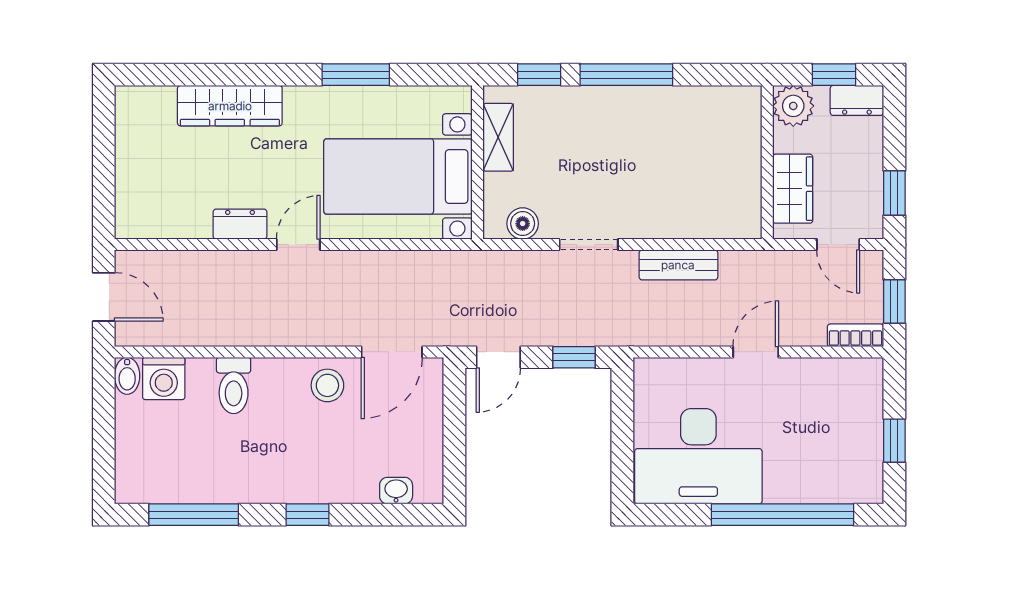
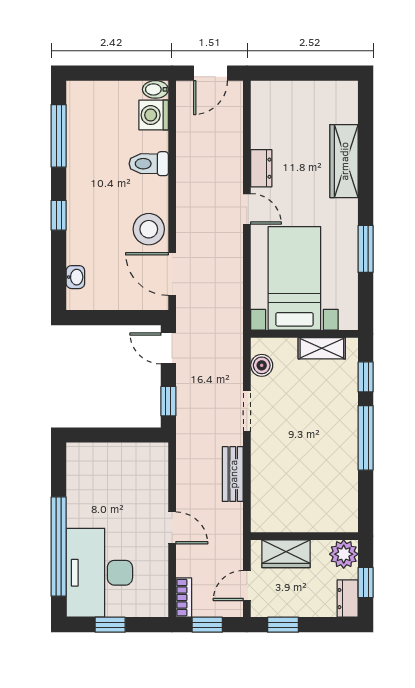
stool: (327, 385) -> (149, 229), width x1.38, depth x1.38
desk: (698, 456) -> (99, 573), moved

